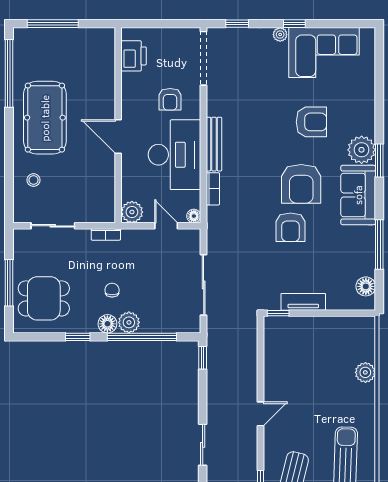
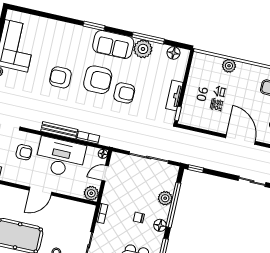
armchair: (311, 122) -> (60, 77), moved, turned -90
plant: (362, 150) -> (143, 49), moved
plant: (129, 322) -> (165, 198), moved
door: (261, 414) -> (241, 140), width x1.87

